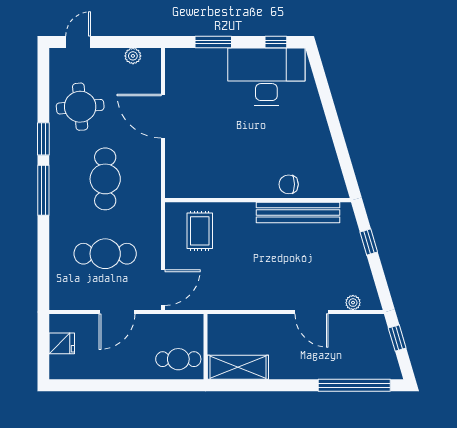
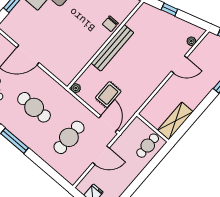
plant: (173, 210) -> (76, 88), added
bench: (298, 212) -> (112, 48), moved
rug: (200, 231) -> (108, 95), moved, turned 90
door: (117, 312) -> (101, 155), hinge flipped

